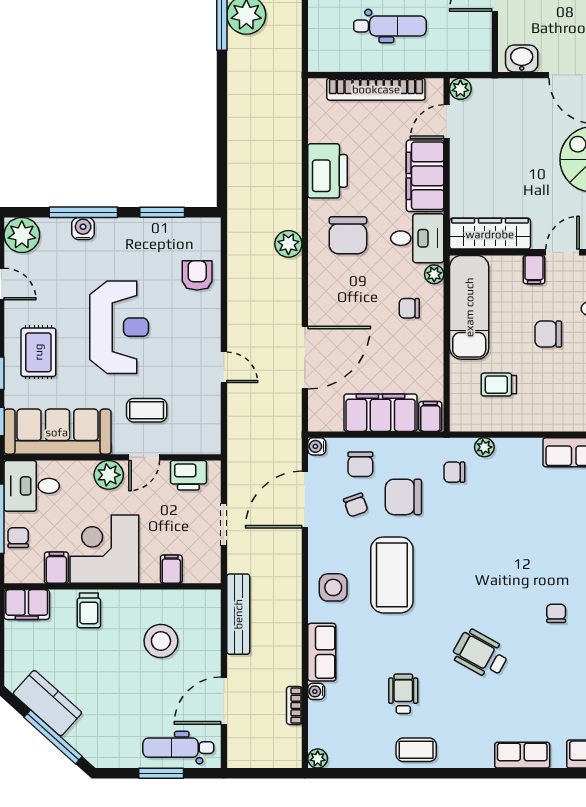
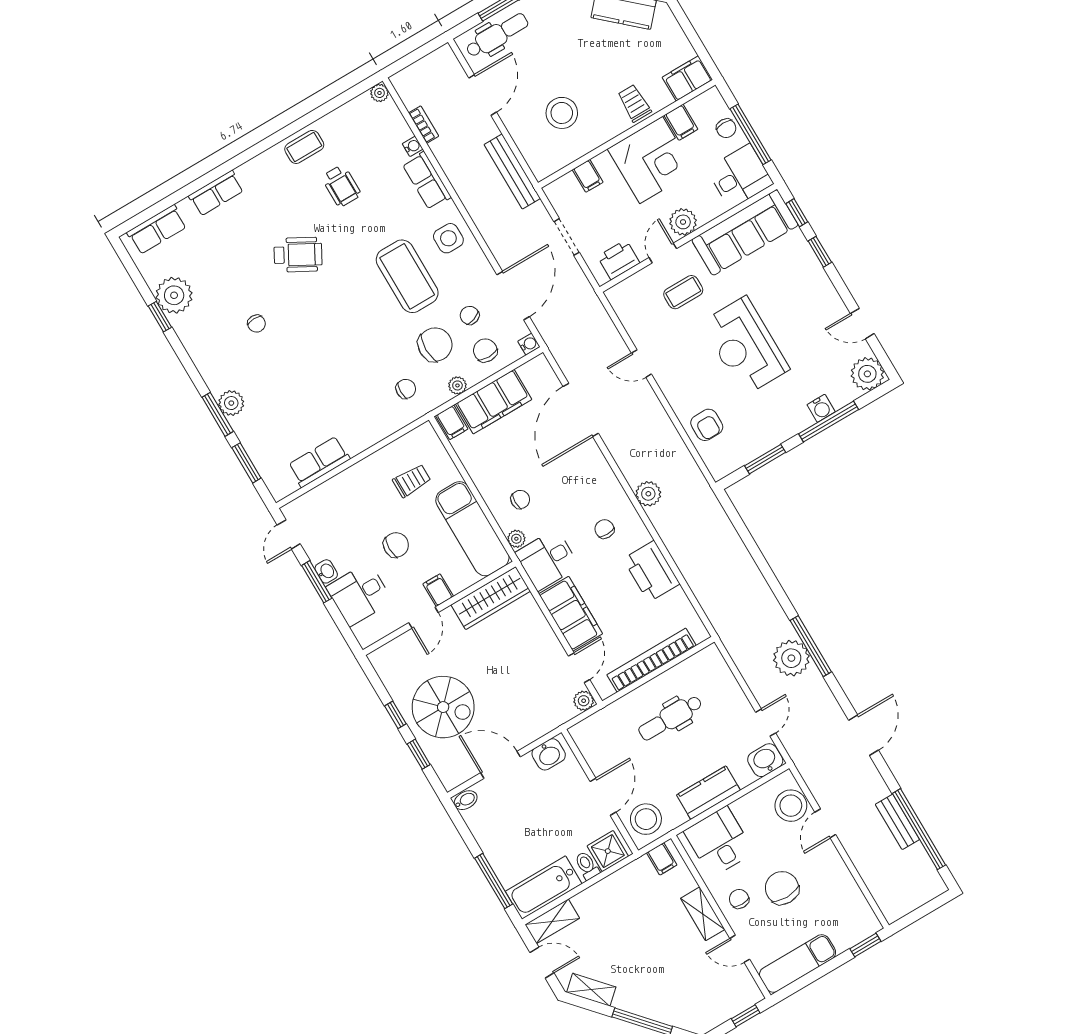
chair: (348, 235) -> (604, 529), width x0.54, depth x0.54
rug: (38, 352) -> (798, 287), removed
plant: (484, 447) -> (457, 385), moved

